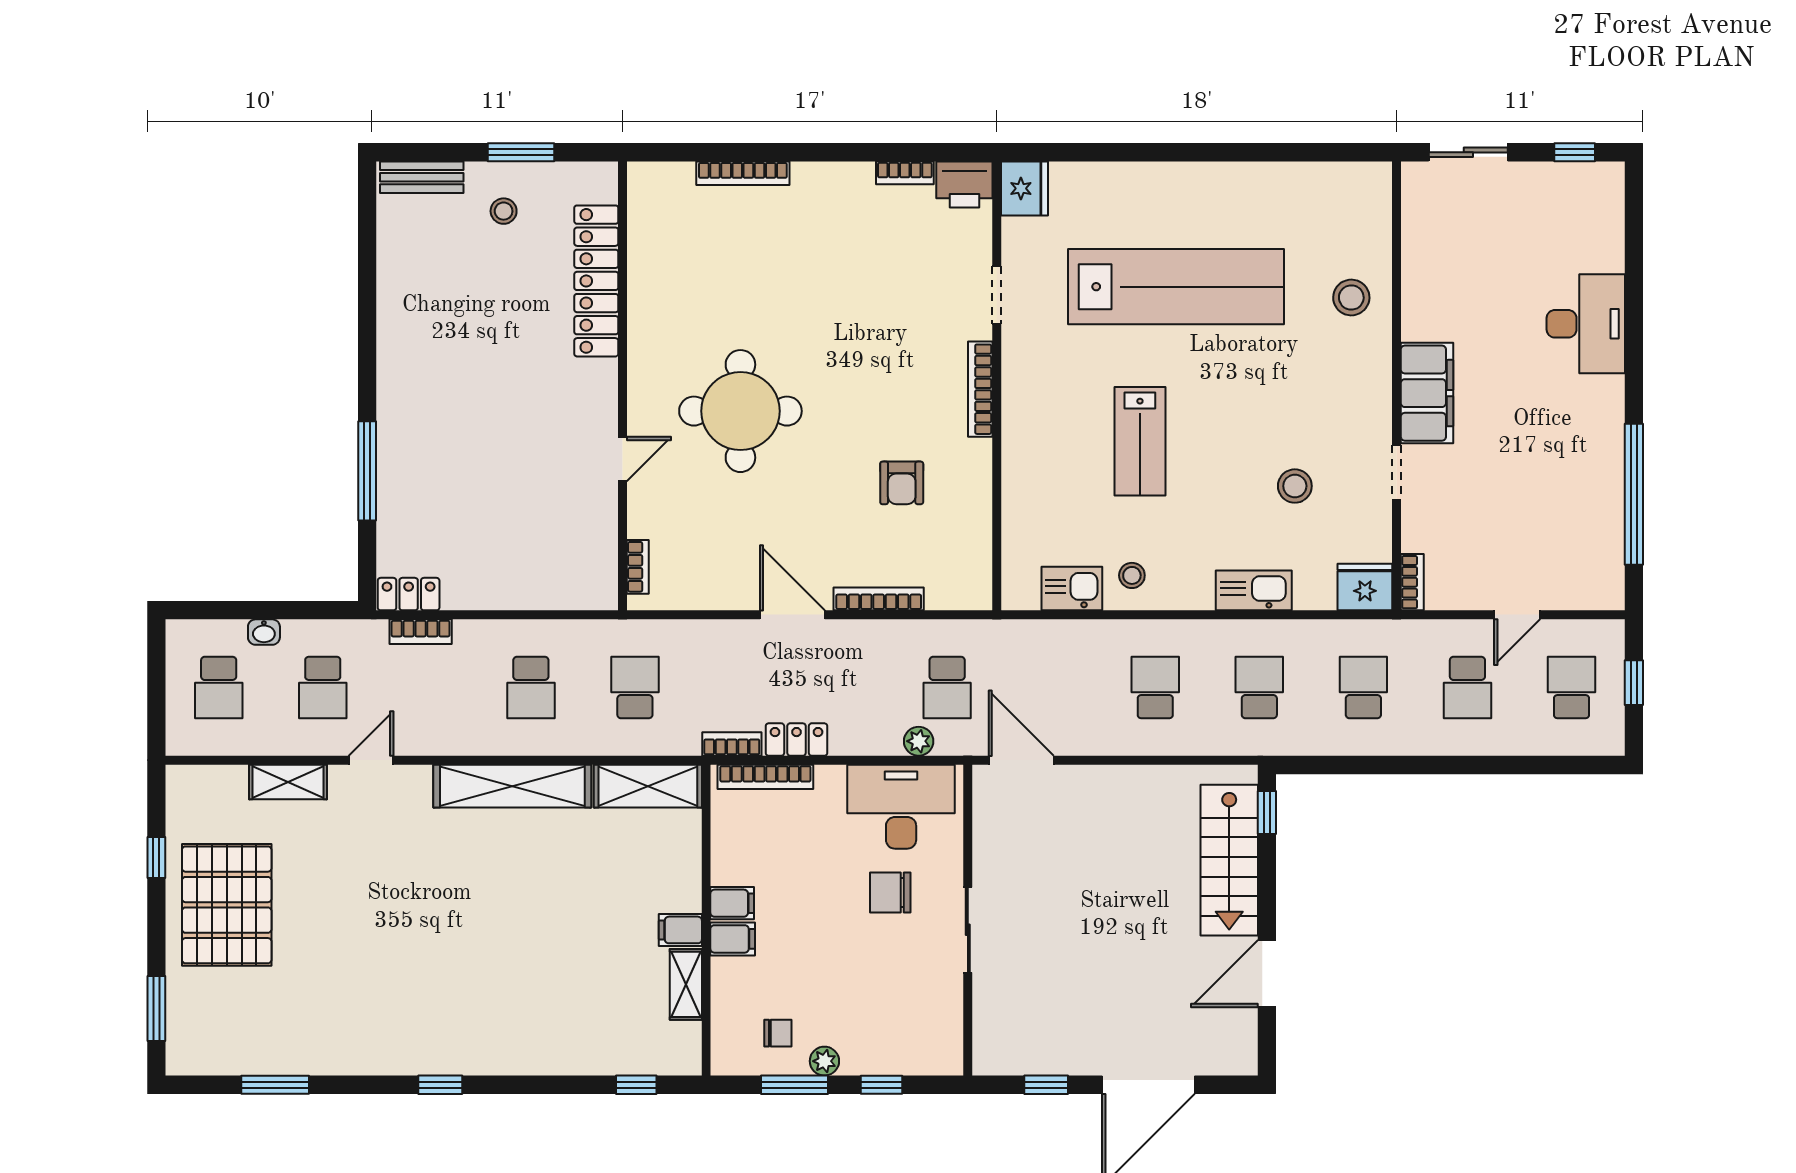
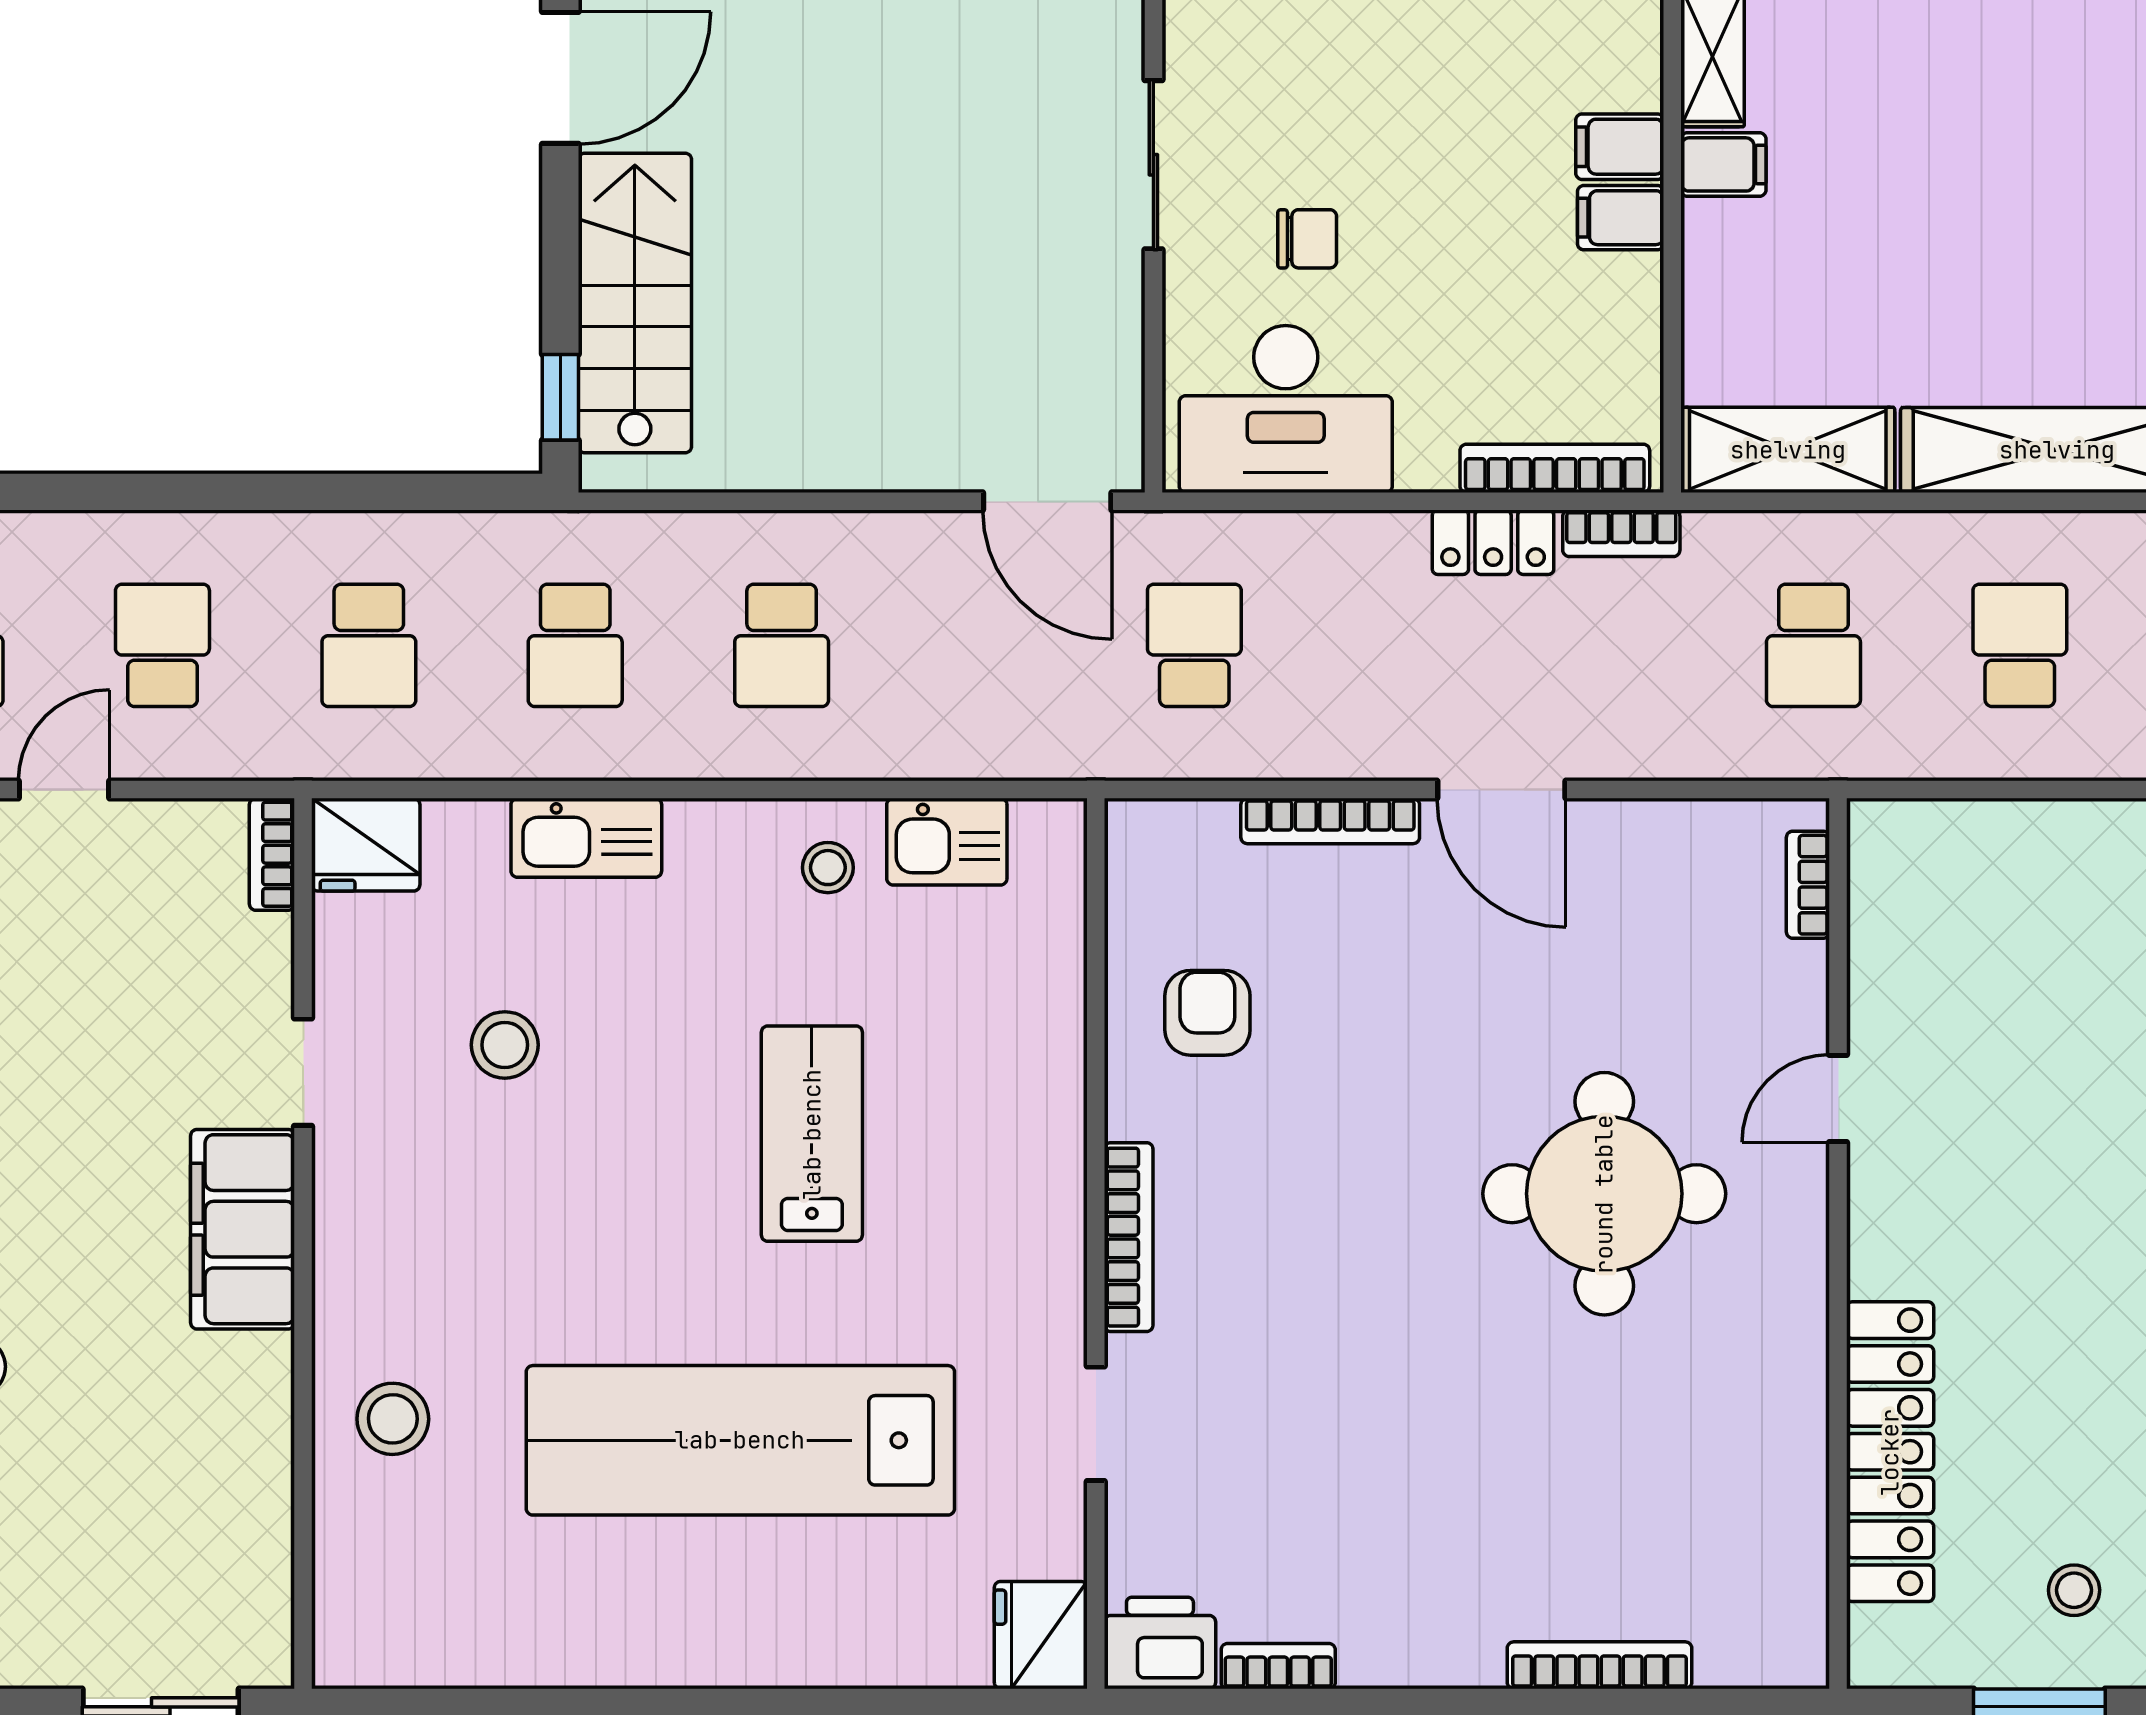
armchair: (902, 483) -> (1207, 1013), moved
plant: (919, 741) -> (1251, 539), removed
chair: (890, 892) -> (1307, 239), width x0.73, depth x0.73

